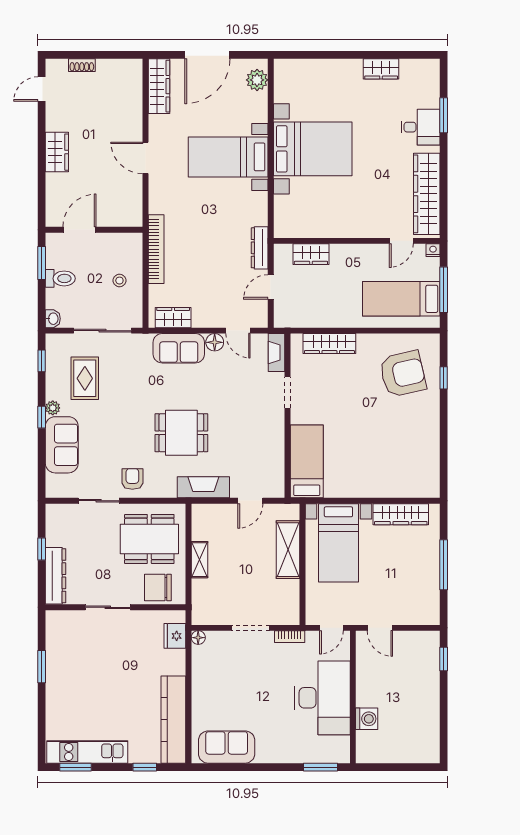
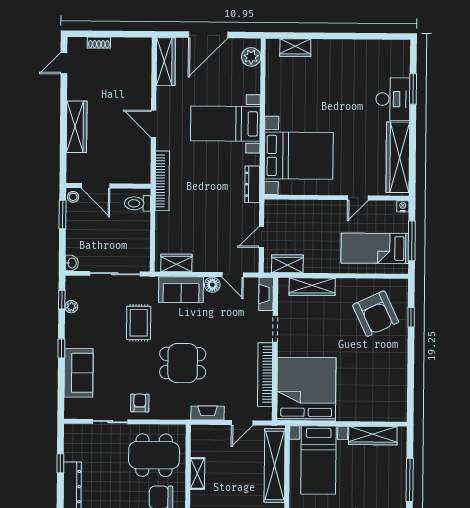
wardrobe: (381, 69) -> (295, 48), moved
desk: (420, 127) -> (393, 99), width x1.37
bed with nightstands: (313, 149) -> (299, 156), moved
wardrobe: (57, 152) -> (77, 127), width x1.50
door: (79, 230) -> (96, 186), swing flipped
door: (401, 241) -> (358, 198), moved
dresser: (260, 248) -> (252, 184), moved
bookcase: (156, 249) -> (162, 181), moved
wardrobe: (311, 254) -> (287, 264), moved, turned 180
toilet: (60, 278) -> (138, 203), moved, turned 180
stool: (119, 281) -> (73, 197), moved
armchair: (403, 374) -> (376, 314), turned 78
rug: (85, 378) -> (139, 323), moved
plant: (53, 408) -> (71, 307), moved
bookcase: (276, 445) -> (265, 375), added
bed: (307, 461) -> (306, 389), width x2.04
fireplace: (203, 487) -> (207, 413), width x0.73, depth x0.76
shelving: (288, 550) -> (275, 466), width x1.47

